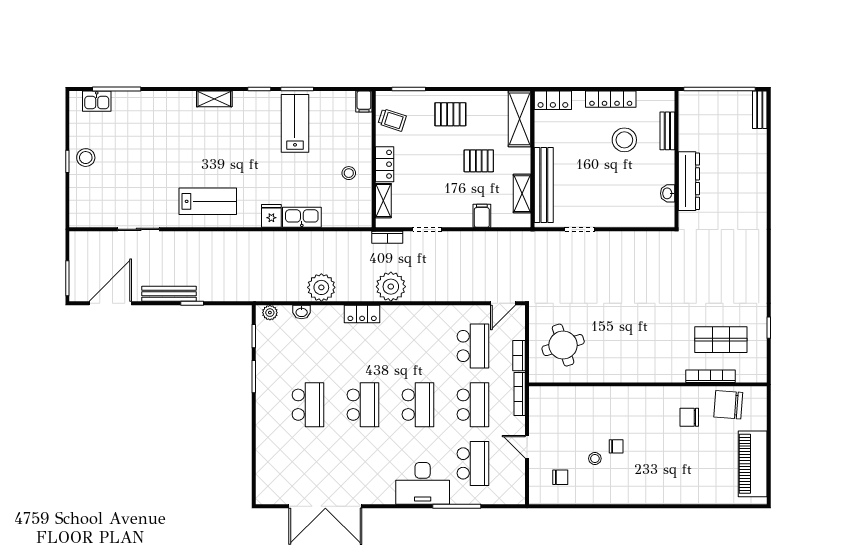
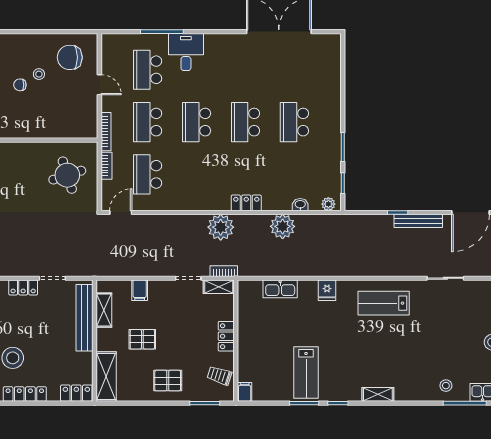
stool: (349, 173) -> (446, 386), moved
shelving: (383, 201) -> (219, 287), moved, turned 90
kitchen sink: (302, 217) -> (280, 289), moved
locker: (613, 219) -> (23, 287), added
chair: (560, 477) -> (70, 57), width x1.87, depth x1.87
desk: (423, 483) -> (186, 52), width x0.73

